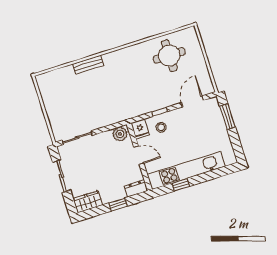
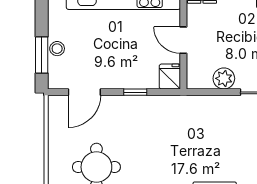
stool: (161, 127) -> (57, 49), moved
plant: (120, 134) -> (224, 78), moved

